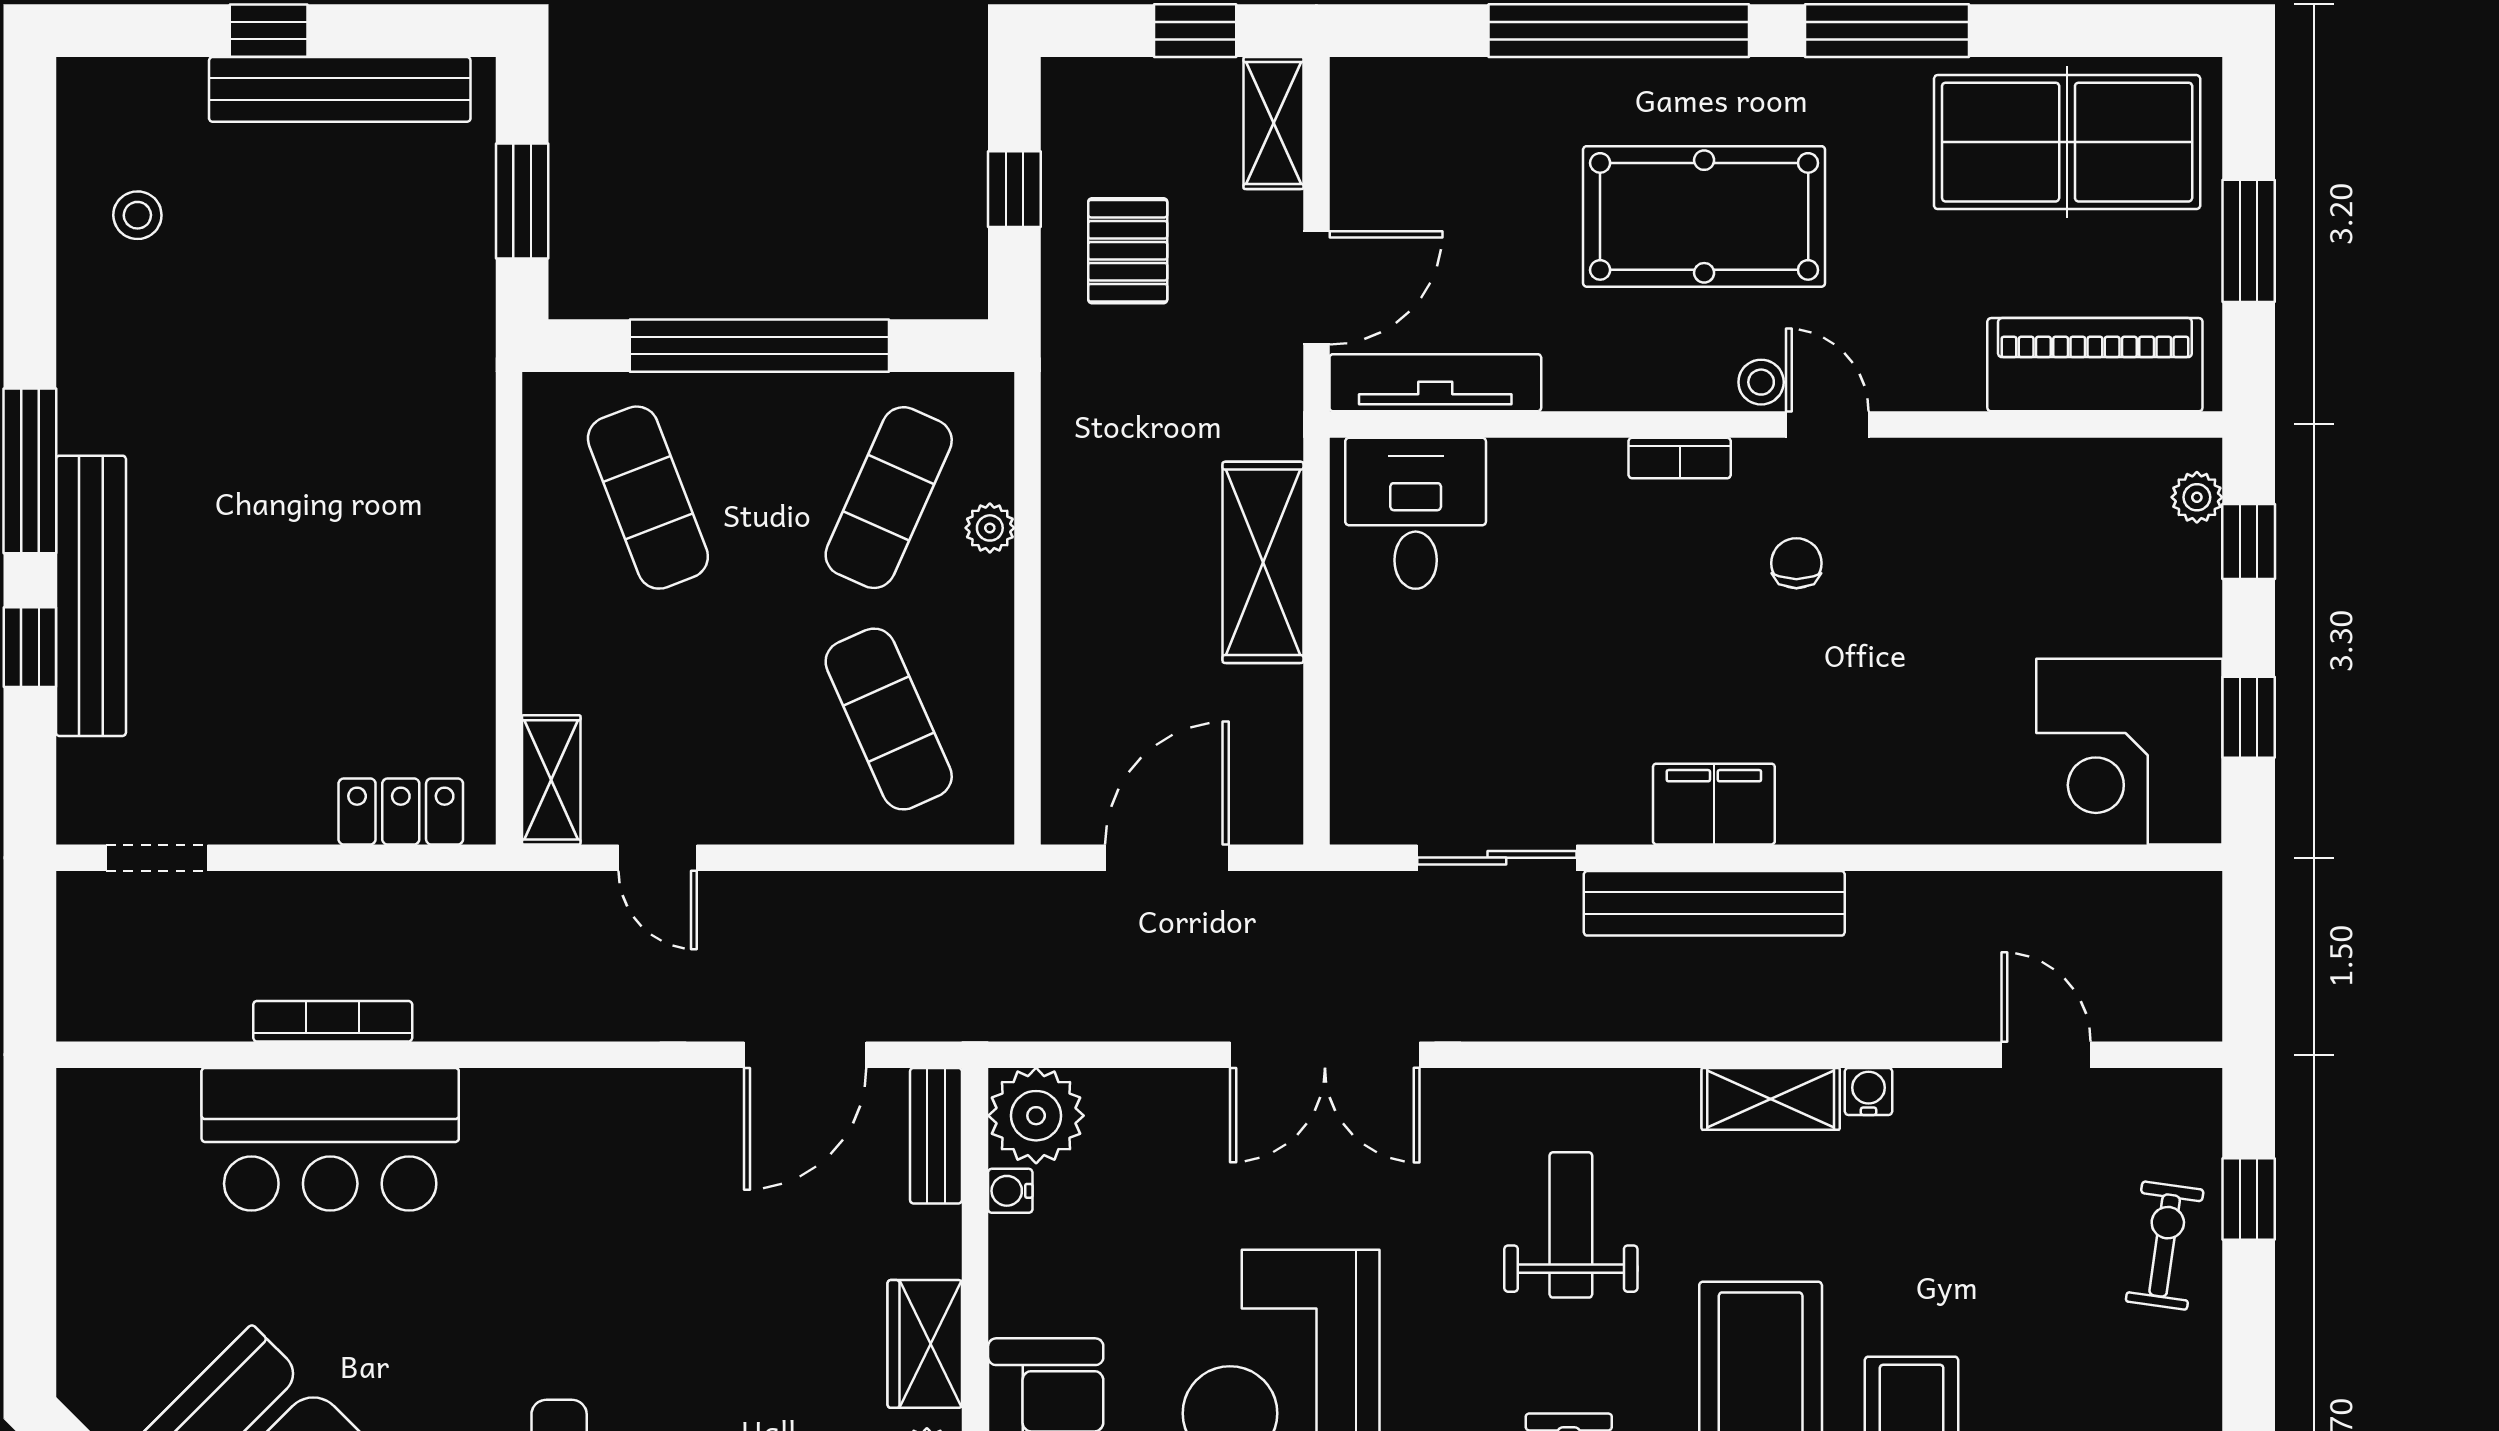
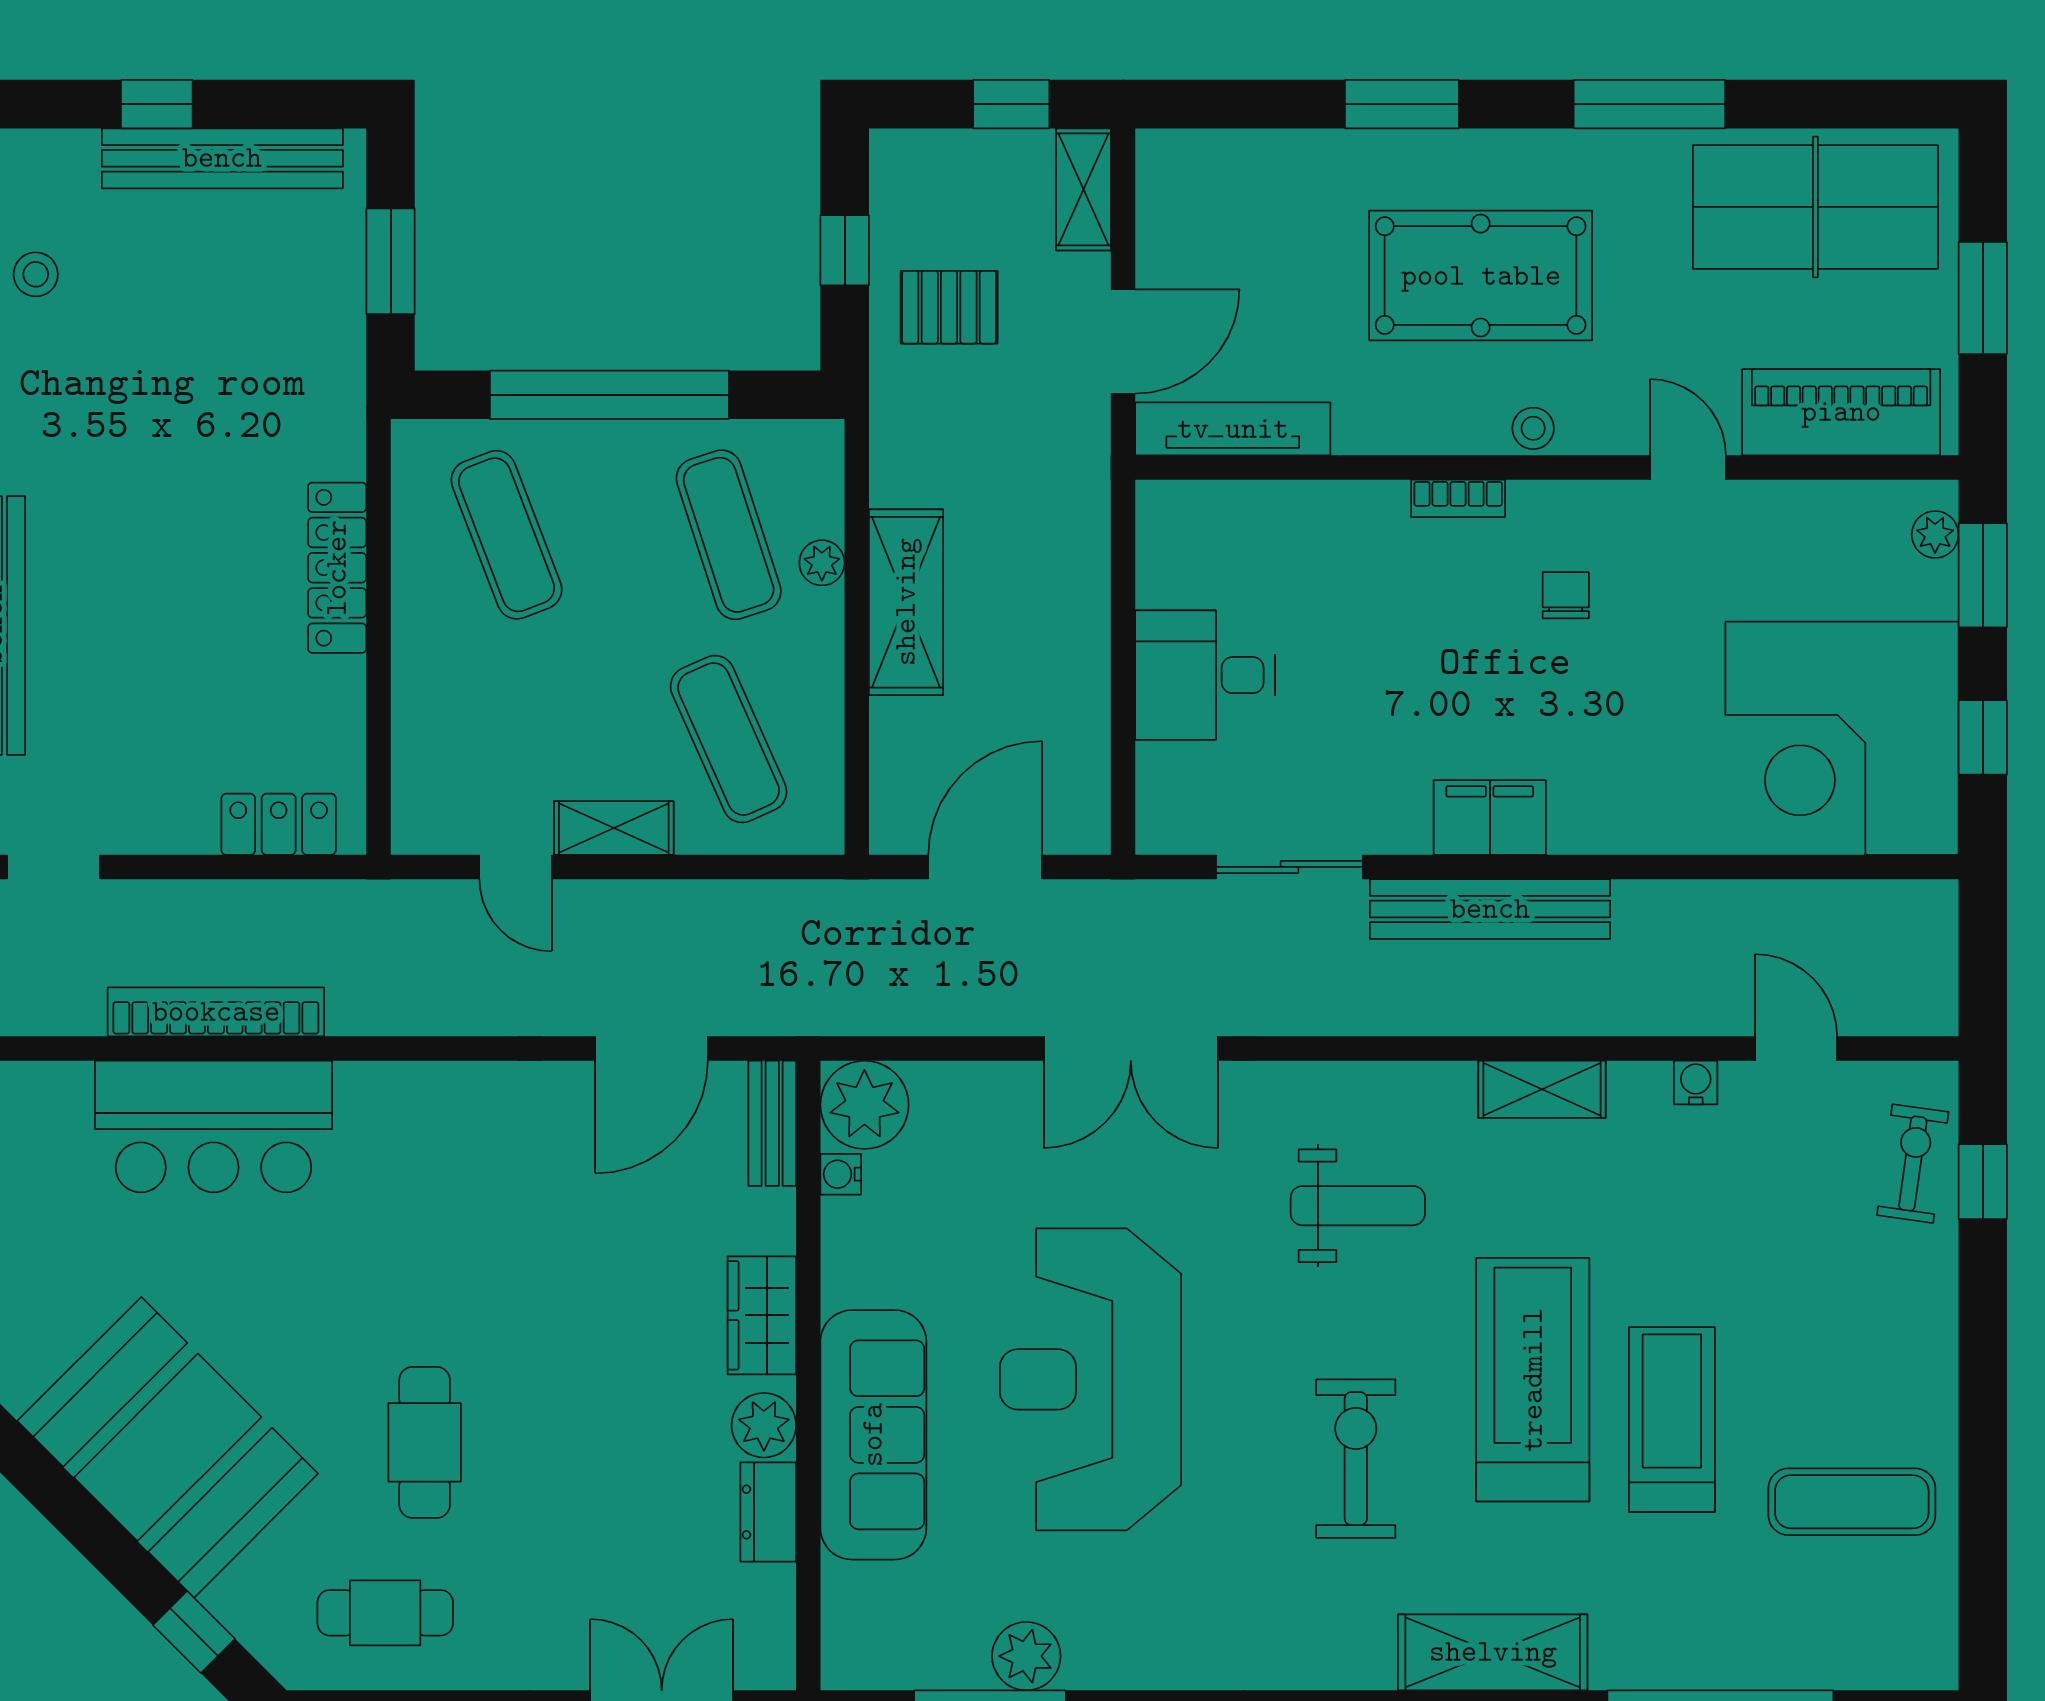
window: (1619, 31) -> (1402, 104), width x0.47
pallet: (1128, 251) -> (949, 307), turned 90
door: (1827, 424) -> (1688, 467), moved
exercise mat: (889, 498) -> (729, 535), turned -42
desk: (1416, 513) -> (1205, 675), moved, turned -90
locker: (464, 533) -> (337, 568), added
window: (2249, 541) -> (1983, 575), width x1.50
shelving: (1263, 562) -> (906, 602), moved
corner desk: (2129, 752) -> (1842, 738), width x1.36, depth x1.36
shelving: (551, 780) -> (614, 828), moved, turned 90
bookcase: (333, 1021) -> (216, 1012), width x1.48, depth x1.31
water cooler: (1868, 1091) -> (1696, 1082), moved
weight bench: (1571, 1225) -> (1358, 1206), turned 90
exercise bike: (2165, 1246) -> (1913, 1164), moved

